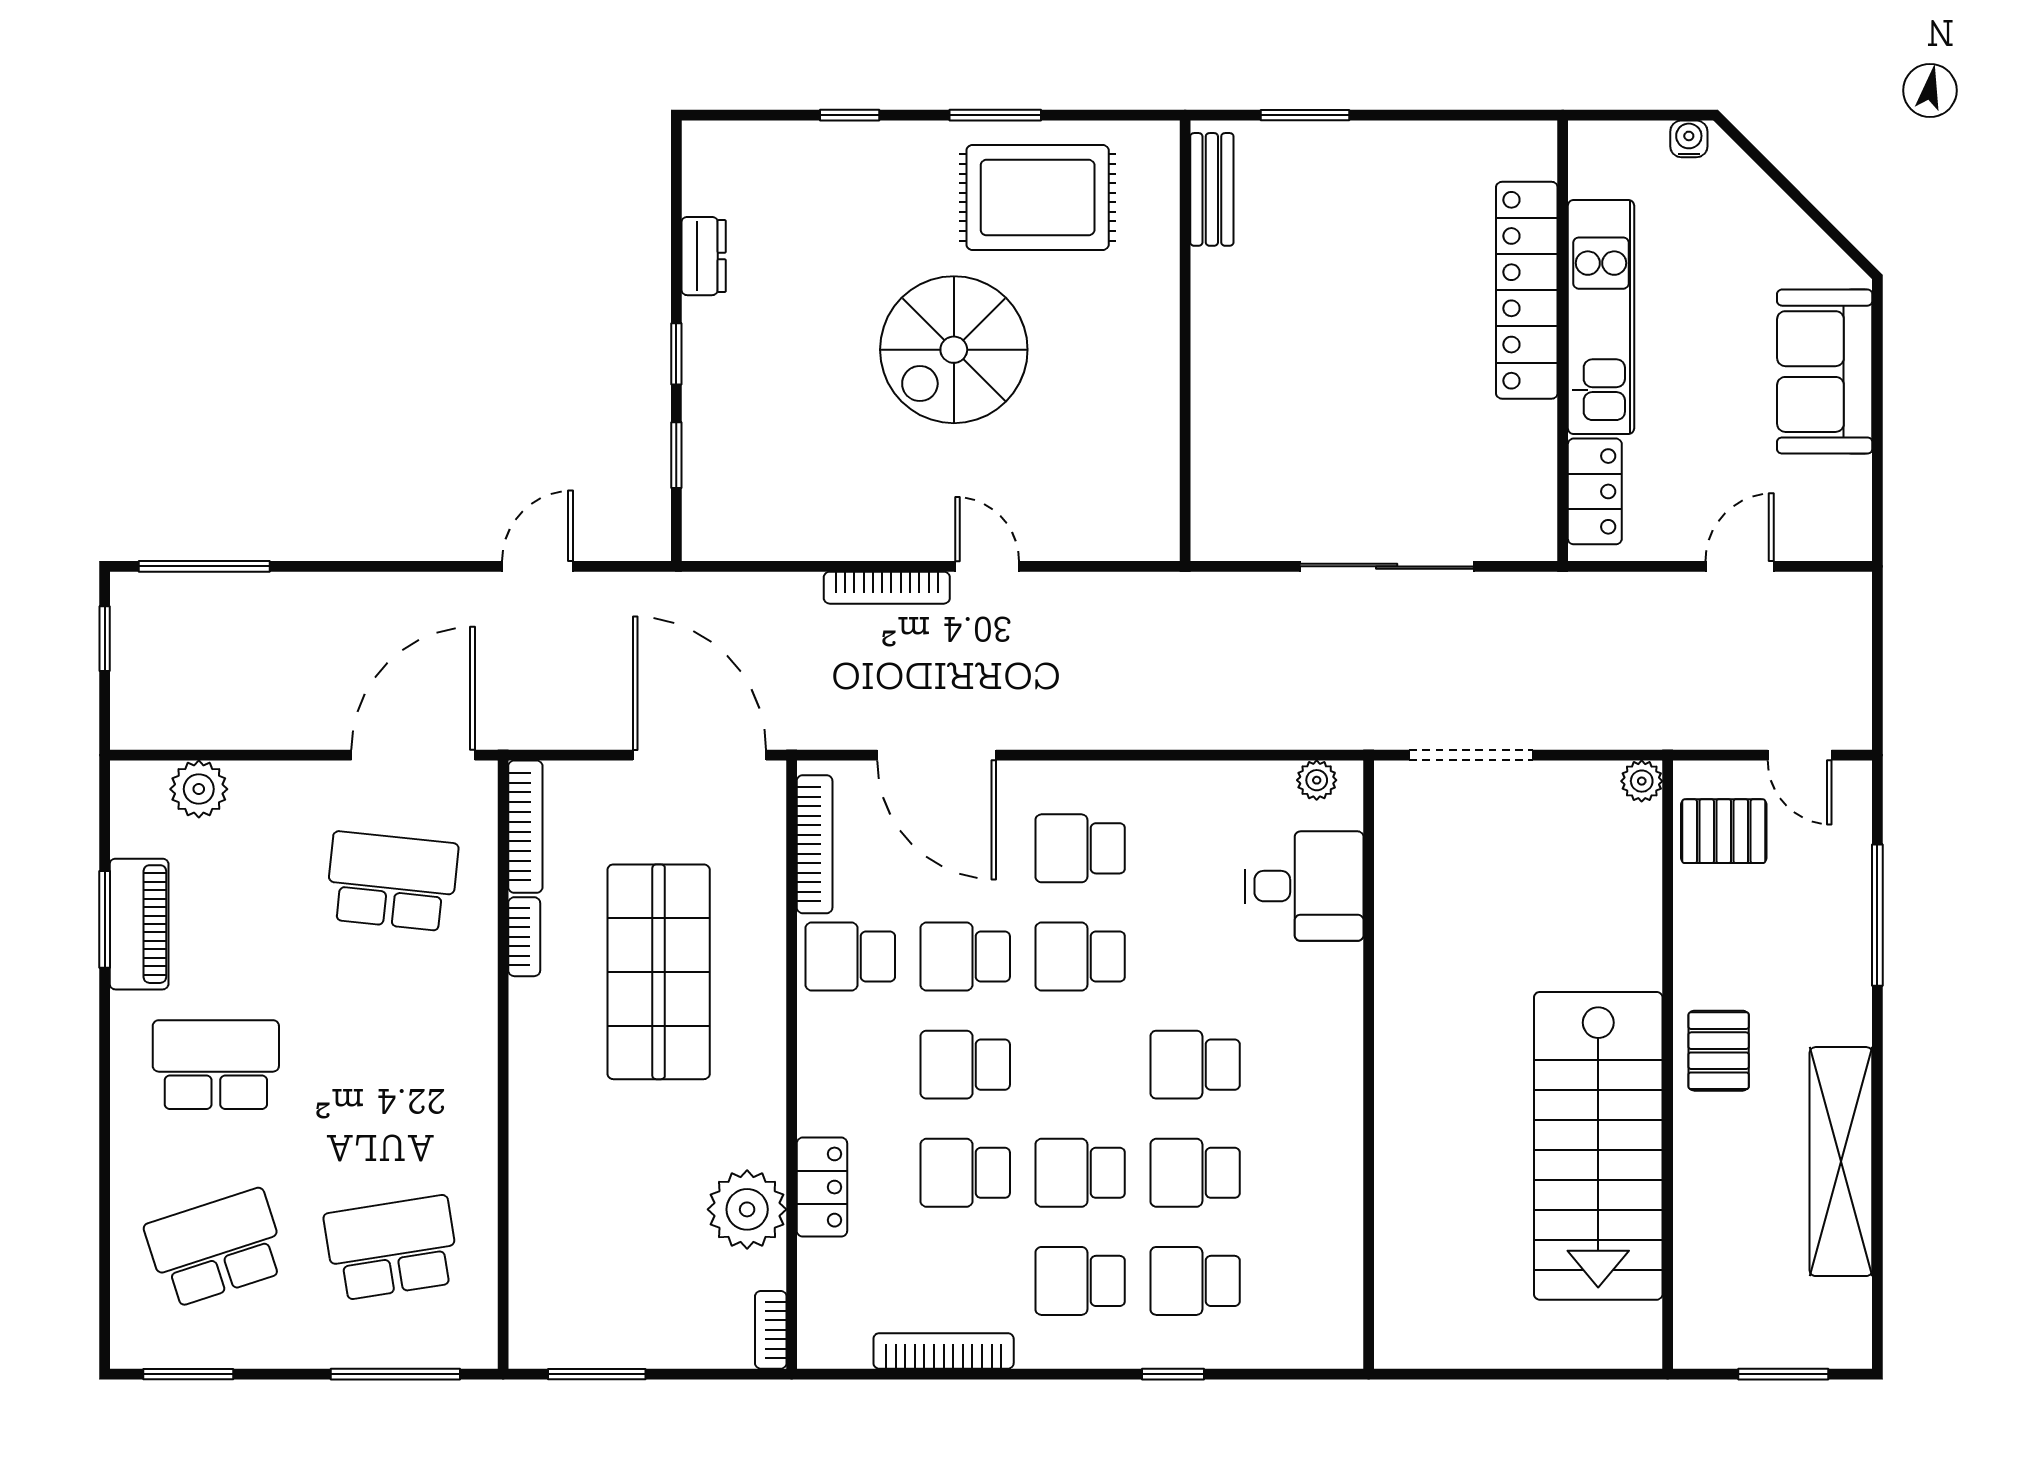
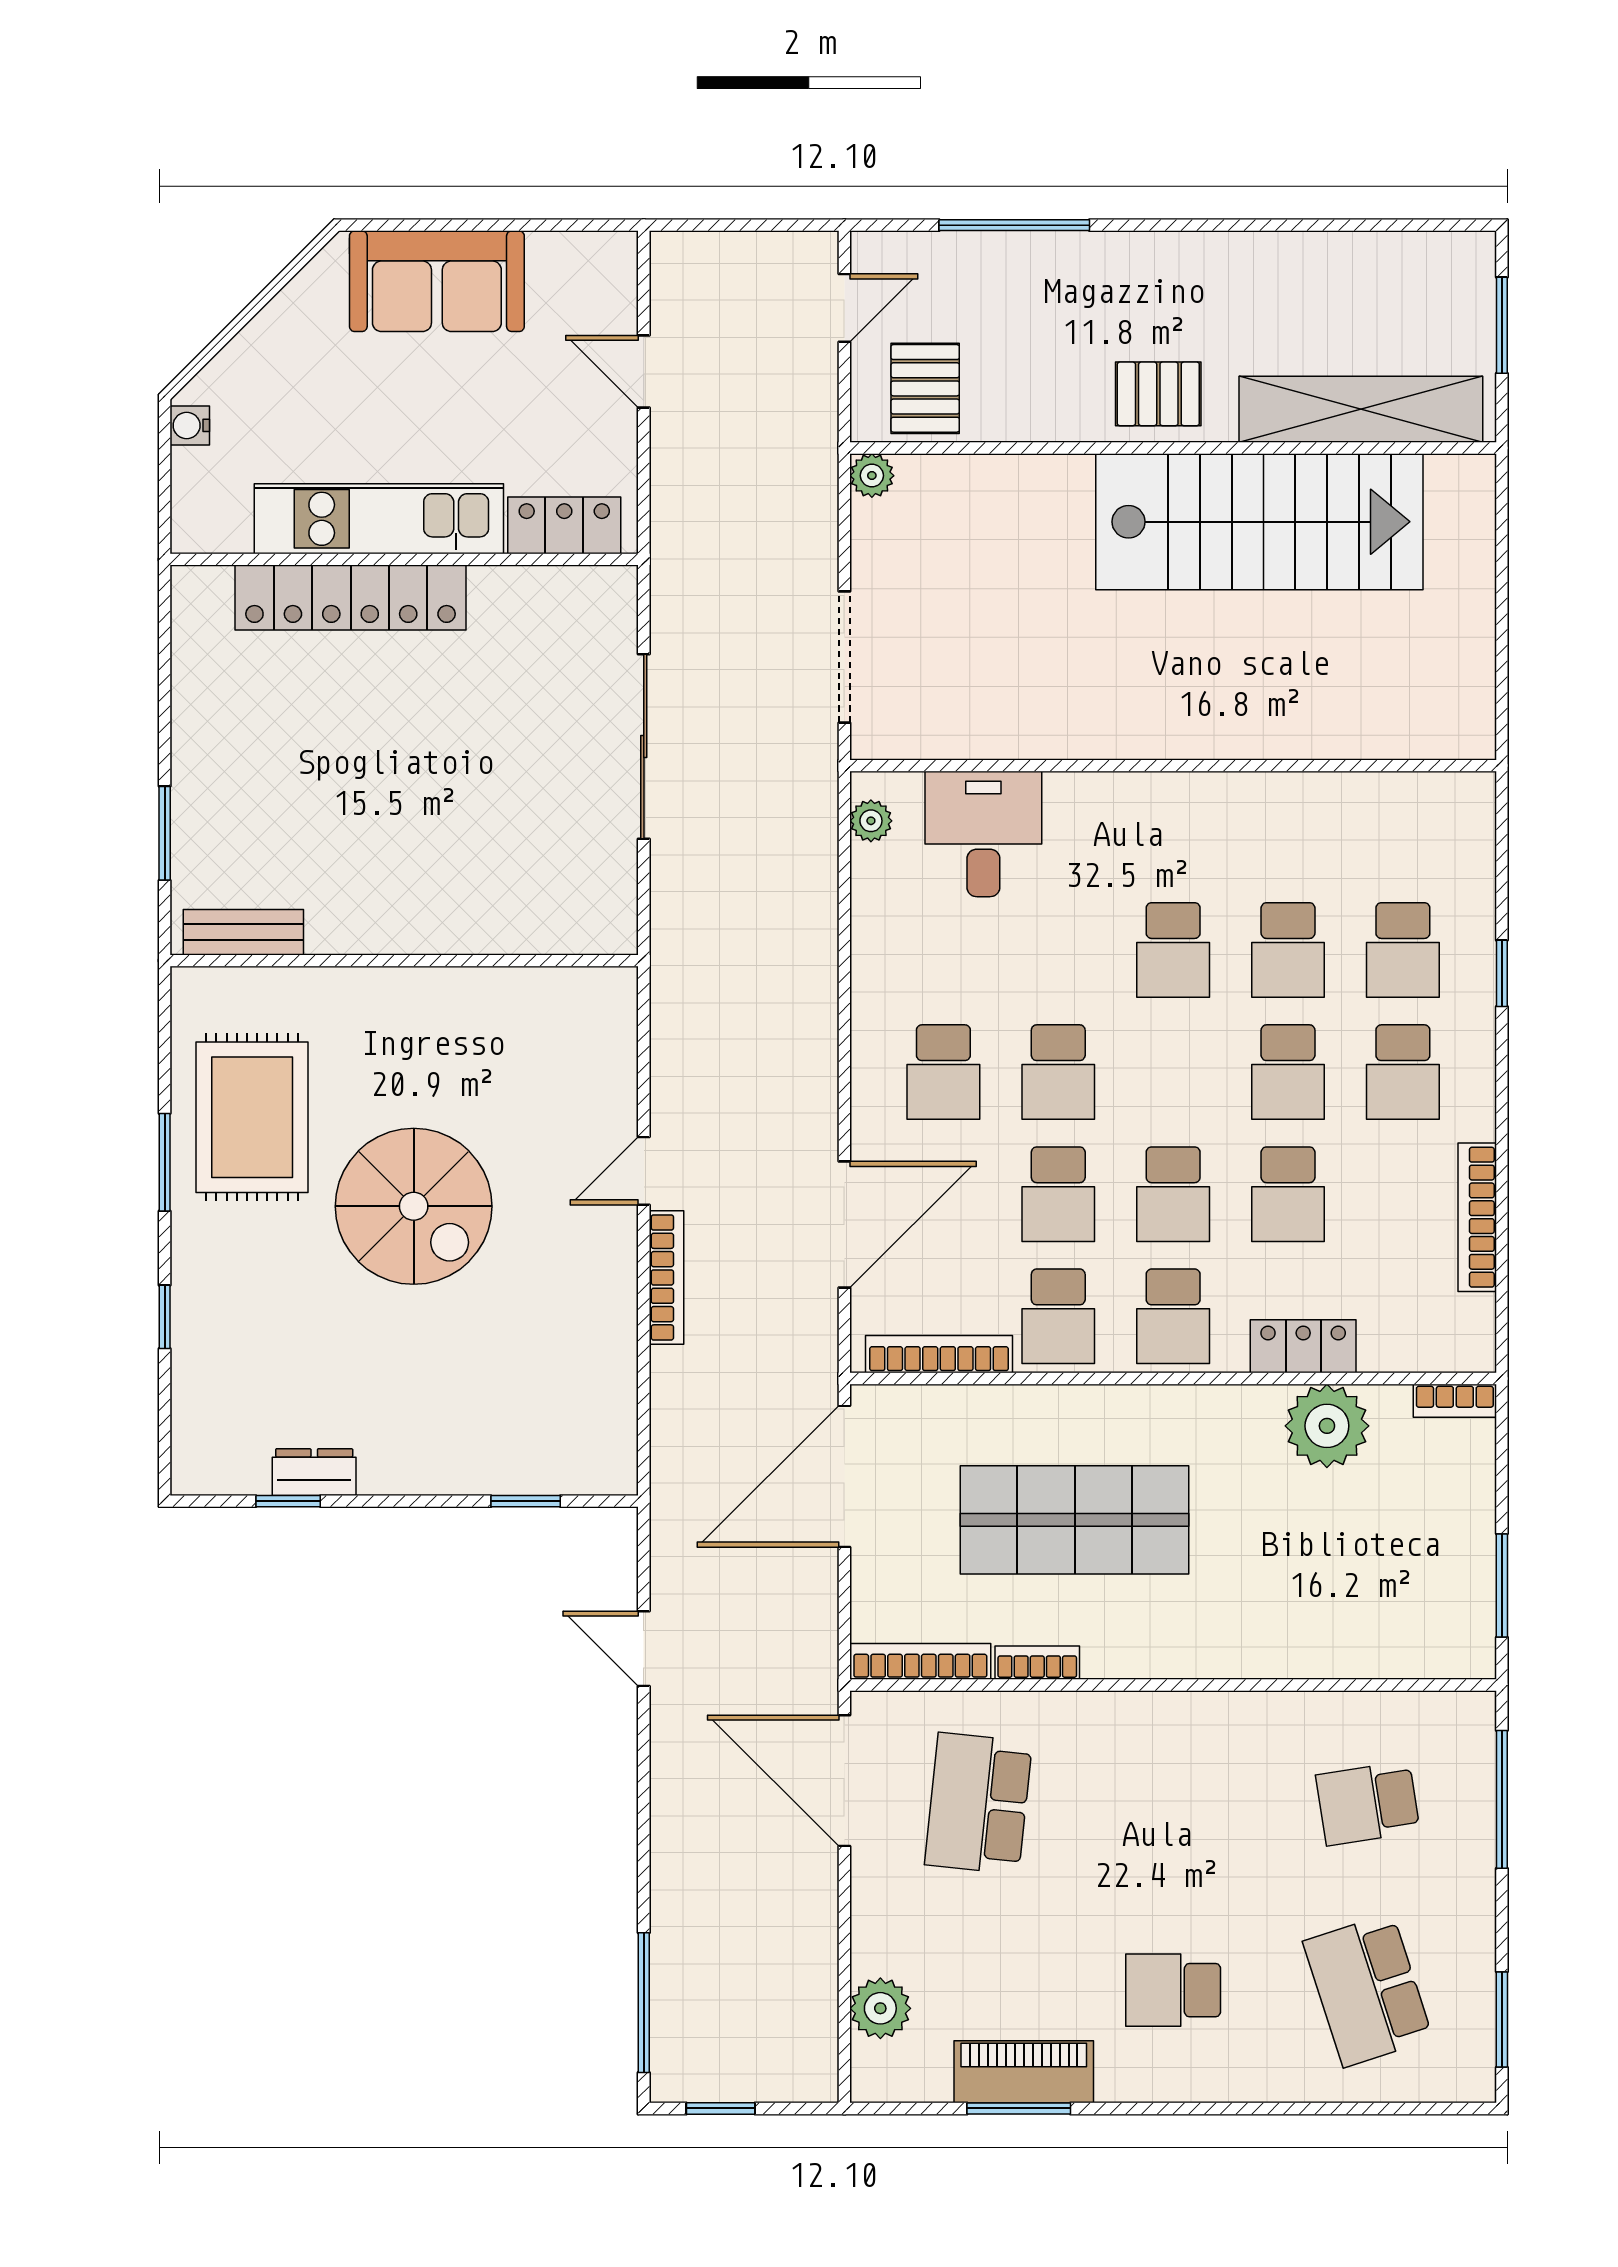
window: (676, 354) -> (288, 1501), moved
school desk: (216, 1065) -> (1173, 1990), width x0.54
school desk: (850, 1065) -> (1173, 1316), added
shelving: (1841, 1162) -> (1361, 409), moved
school desk: (392, 1248) -> (1368, 1803), width x0.54

